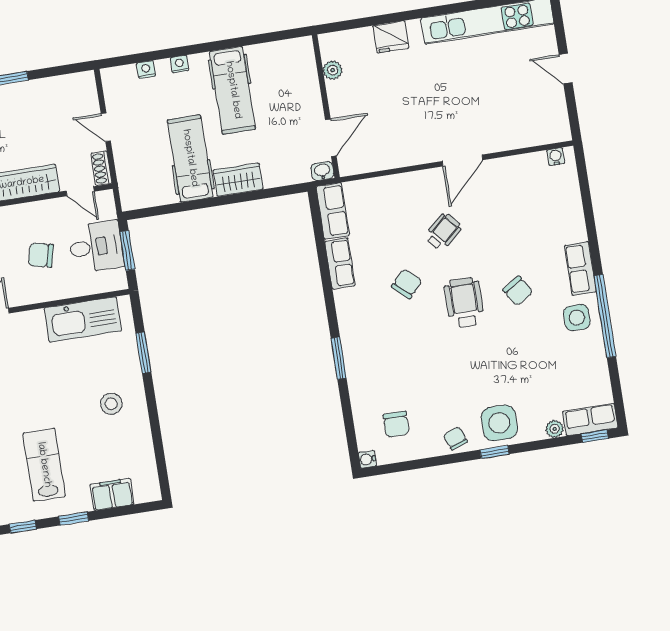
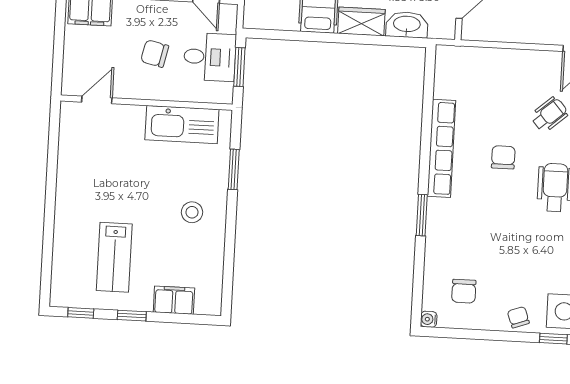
washbasin: (322, 171) -> (407, 25), moved, width x1.91, depth x1.45
row of seats: (333, 211) -> (447, 71), removed
row of seats: (340, 263) -> (441, 148), width x2.02
chair: (407, 284) -> (503, 157), turned -43
lab bench: (44, 465) -> (114, 257), turned 180

